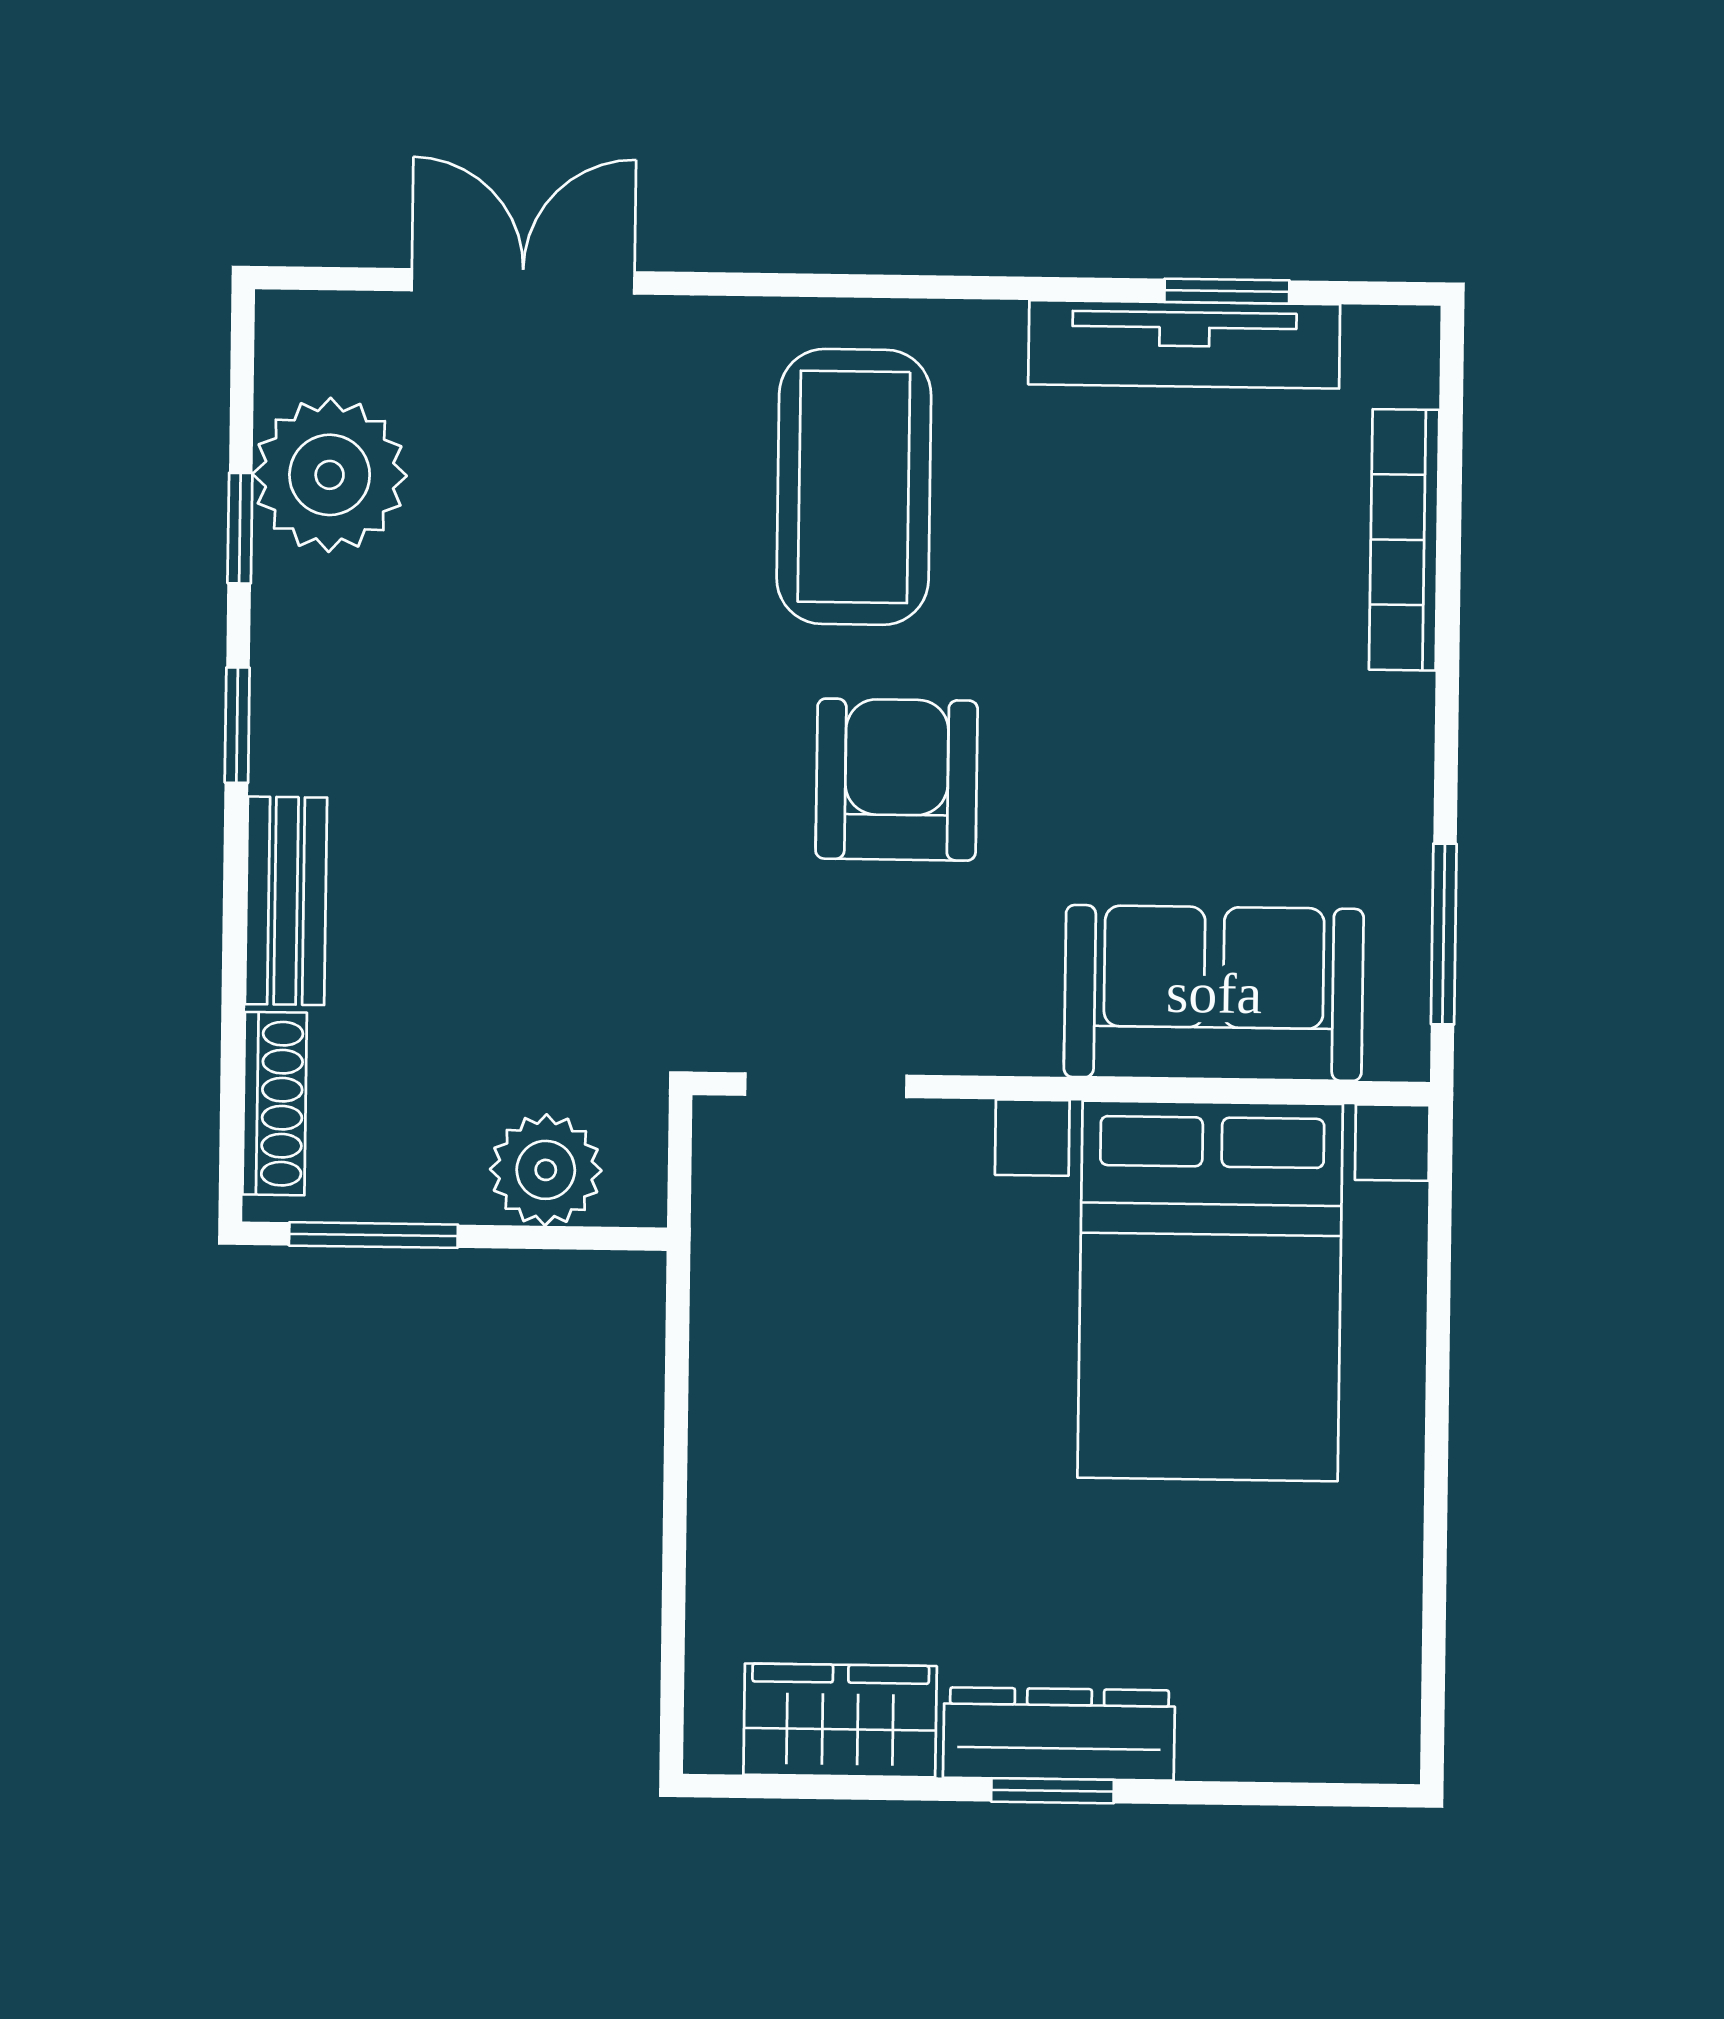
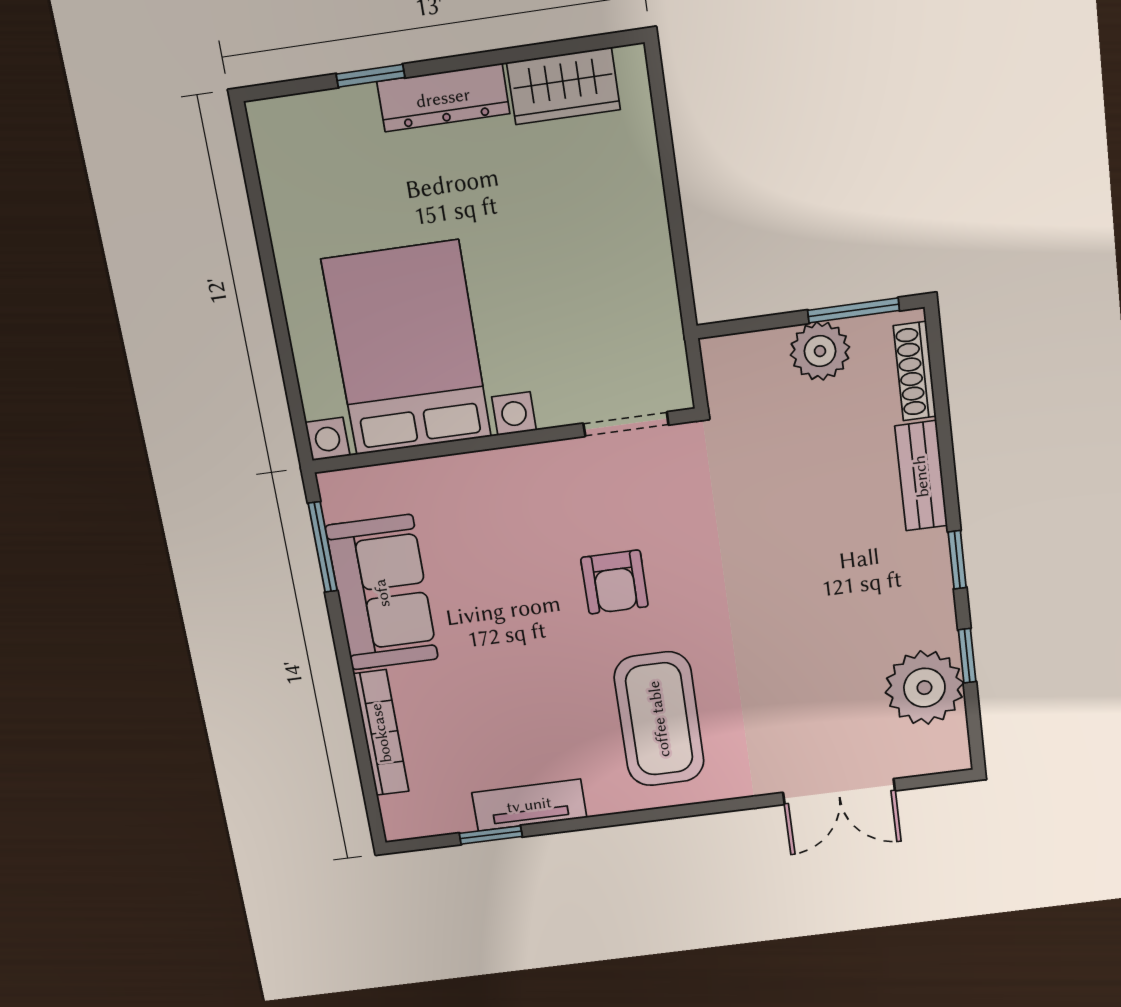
tv unit: (1184, 344) -> (529, 805), width x0.71
armchair: (897, 780) -> (615, 582), width x0.72, depth x0.72
sofa: (1214, 993) -> (382, 593), moved, turned -90
plant: (546, 1170) -> (820, 351), moved
window: (1053, 1791) -> (370, 76), moved

